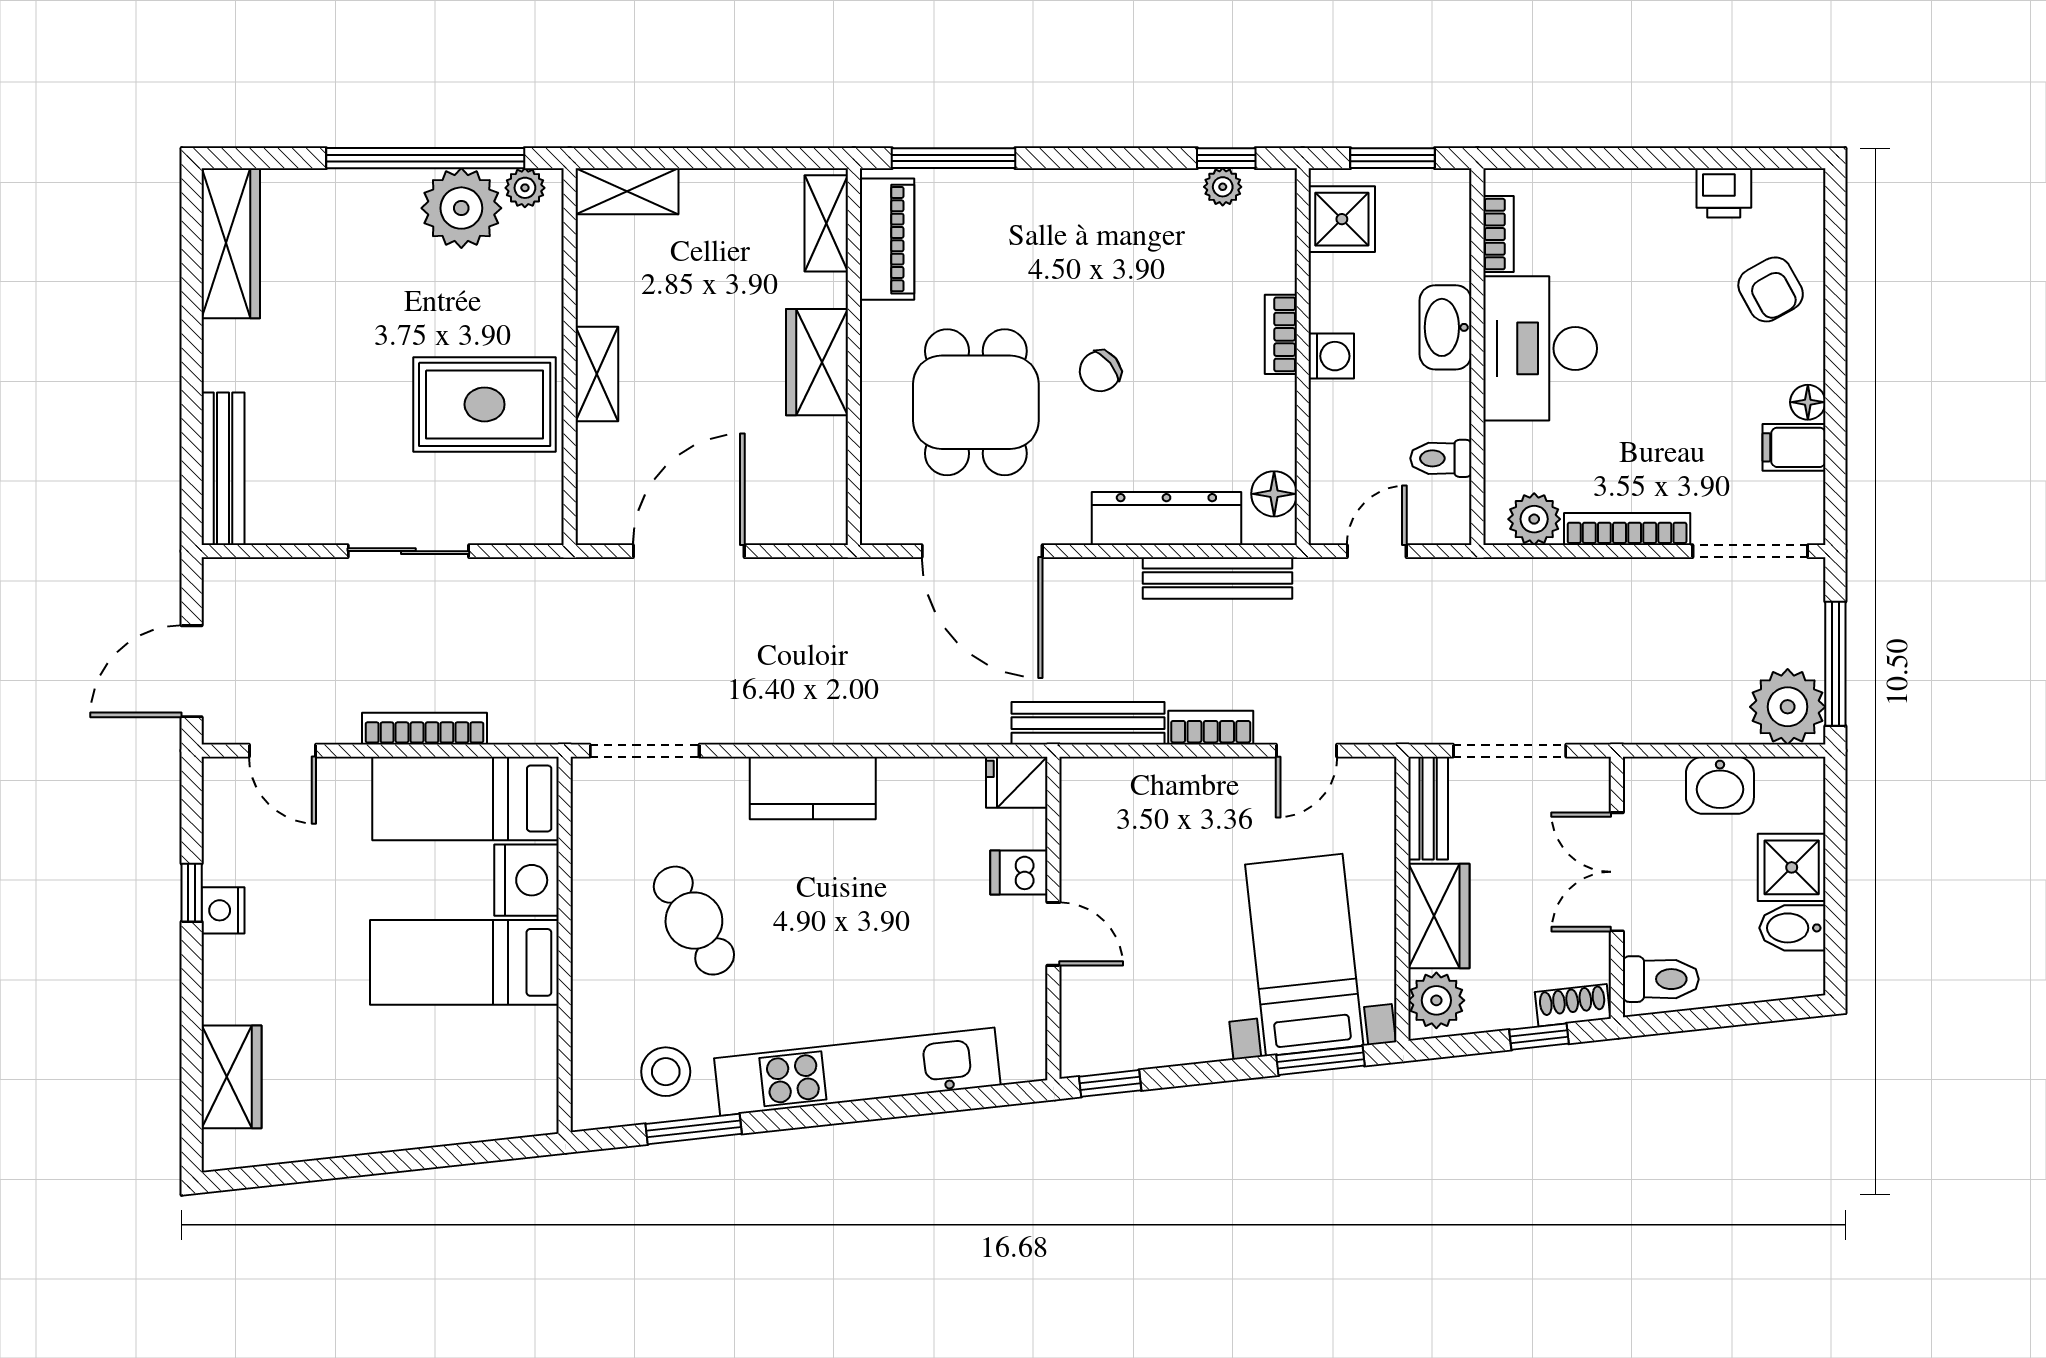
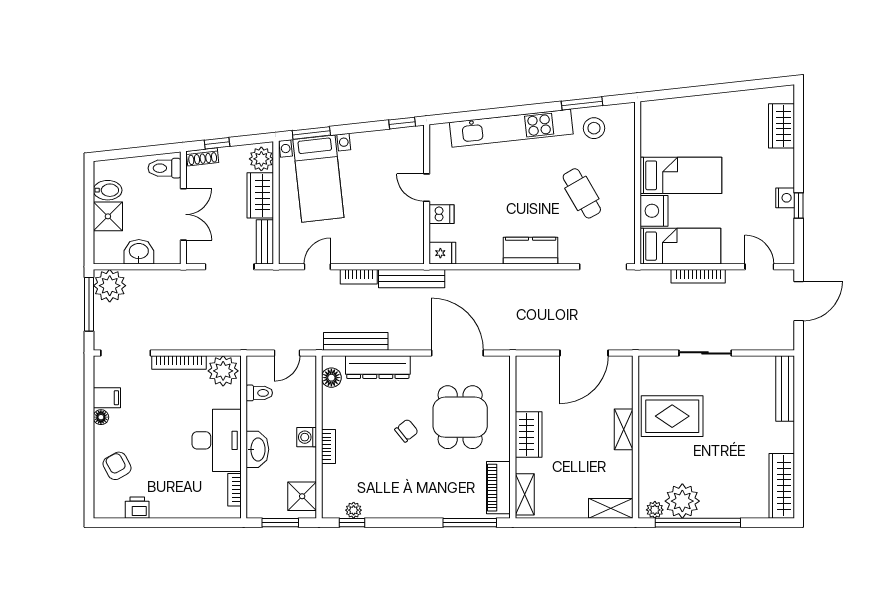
plant: (1534, 519) -> (223, 371), width x1.36, depth x1.36

